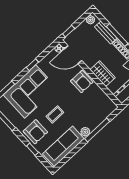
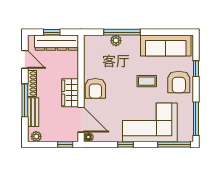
wardrobe: (103, 74) -> (70, 93), moved
armchair: (82, 81) -> (95, 88), turned 180
armchair: (35, 132) -> (179, 82), turned 180
plant: (85, 132) -> (116, 40), moved

